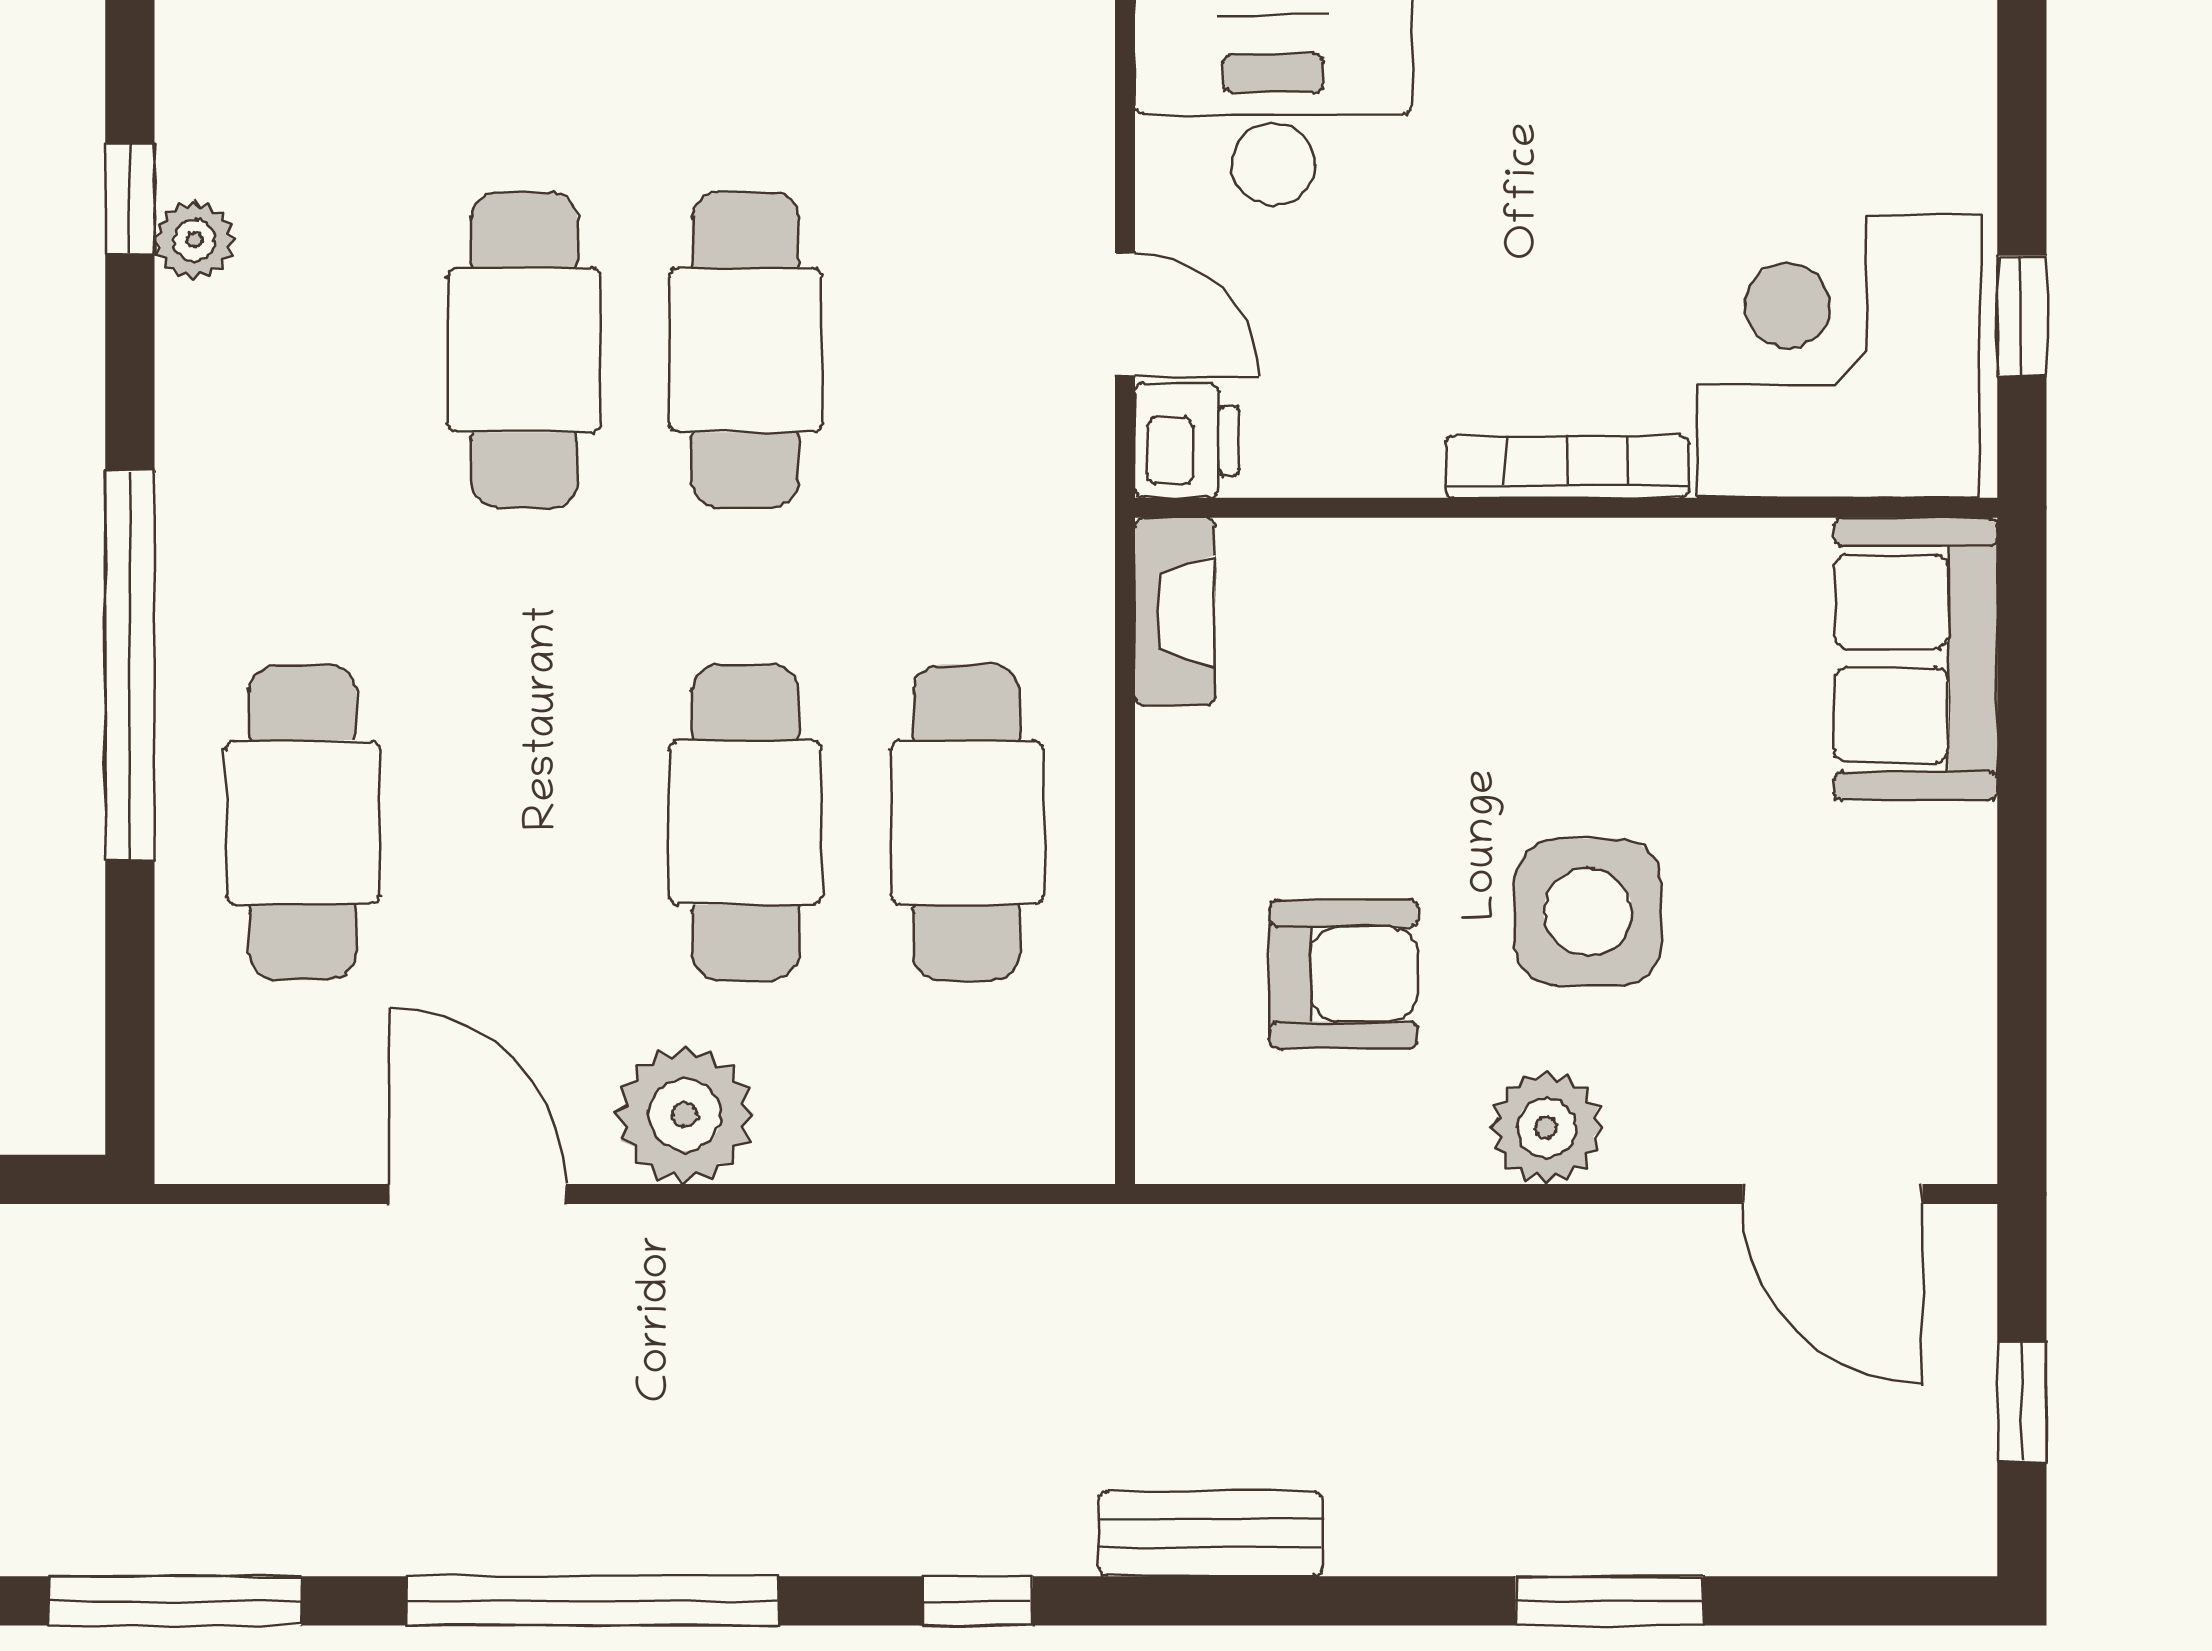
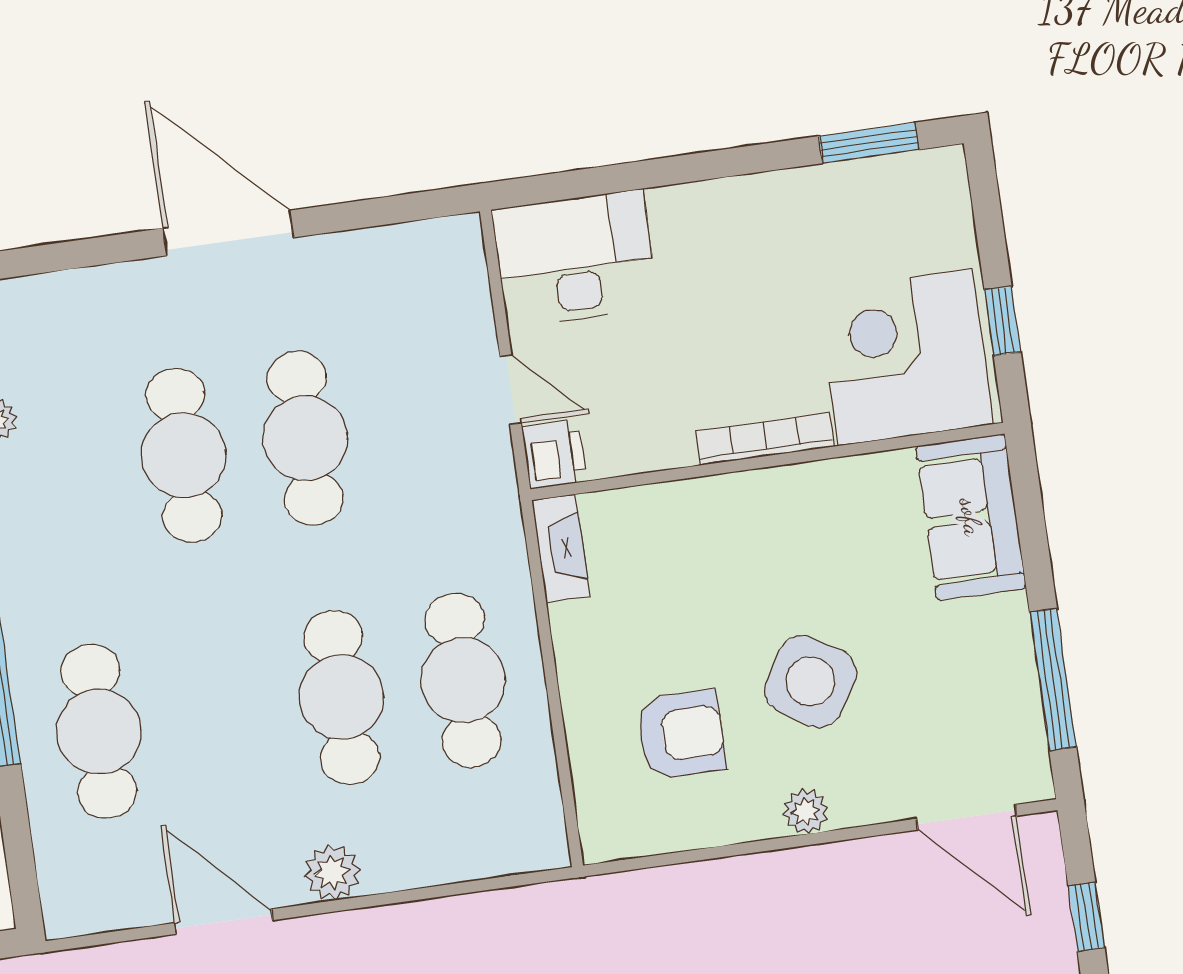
side table: (1588, 912) -> (810, 682), turned 32
window: (2022, 970) -> (1053, 680), added
plant: (685, 1115) -> (332, 872), width x0.73, depth x0.73
plant: (1546, 1127) -> (806, 811), width x0.73, depth x0.73

